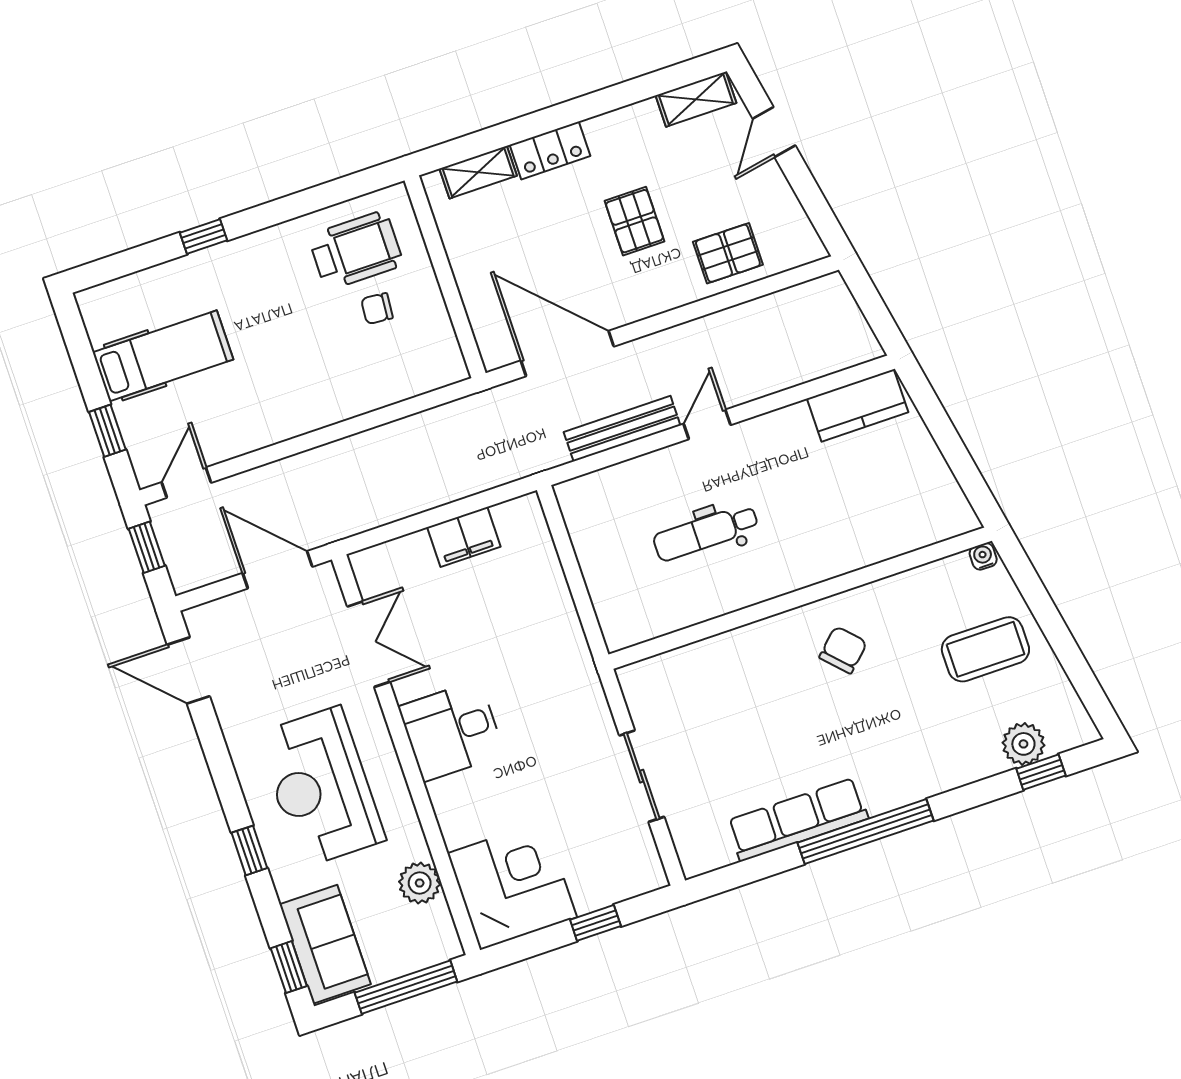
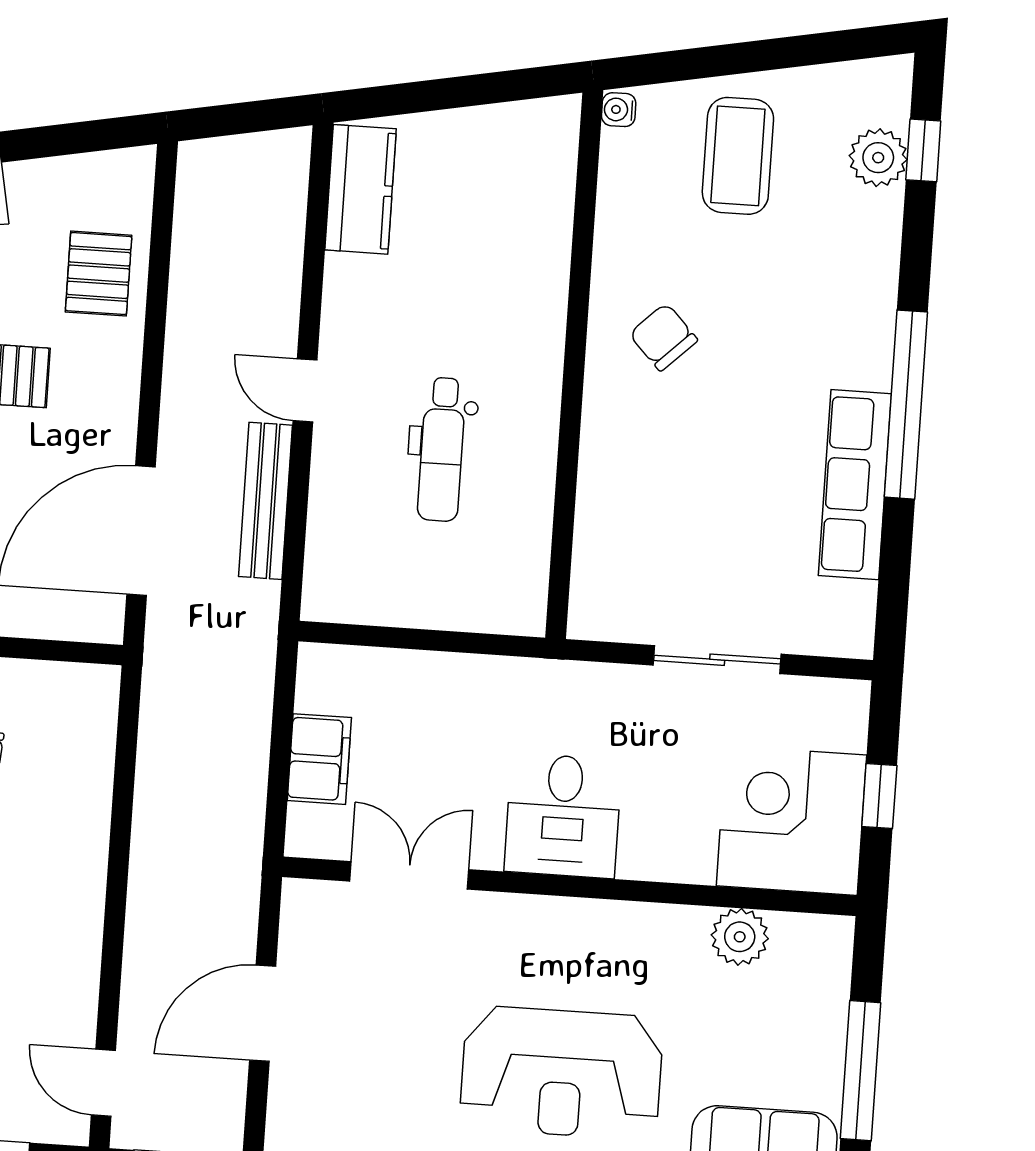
double door: (369, 644) -> (409, 875), moved
desk: (452, 731) -> (563, 816), moved
wall: (406, 755) -> (570, 886), moved
plant: (420, 883) -> (740, 937), moved
corner desk: (512, 885) -> (791, 820), moved

